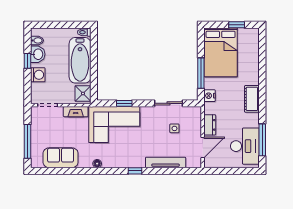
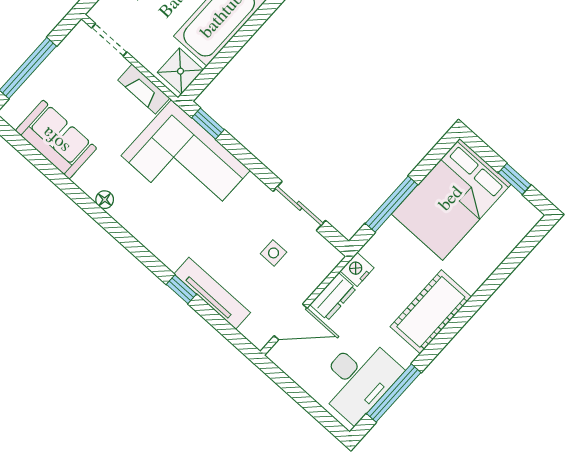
nightstand: (209, 96) -> (357, 269), moved
cot: (252, 99) -> (431, 312), width x1.37, depth x1.34
window: (124, 103) -> (208, 124), moved
window: (135, 171) -> (181, 289), moved

